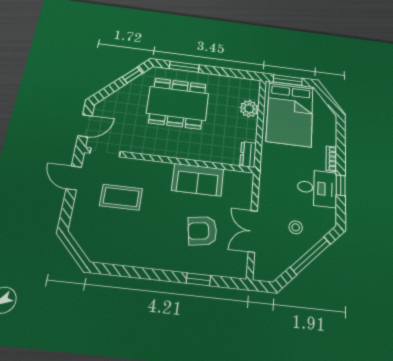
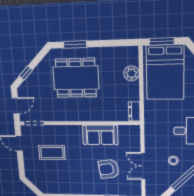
window: (132, 75) -> (26, 73), moved

